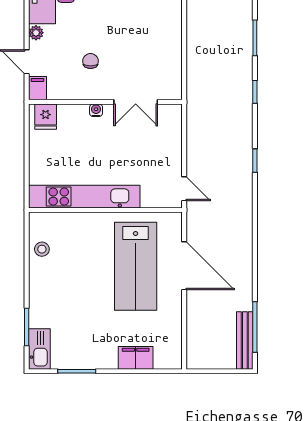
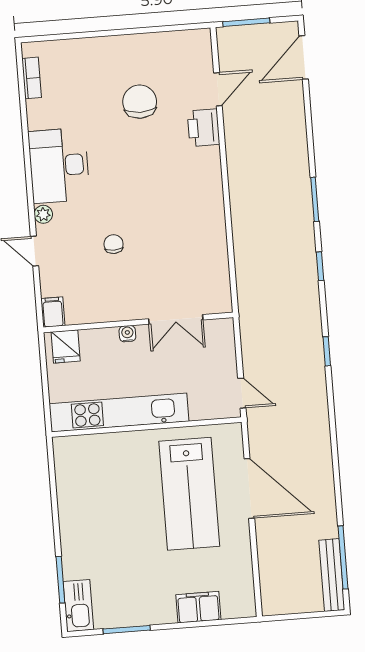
filing cabinet: (37, 88) -> (53, 312), moved
wall: (105, 102) -> (138, 322), moved
double door: (136, 102) -> (176, 319), moved
water cooler: (96, 110) -> (127, 334), moved
fridge: (46, 117) -> (66, 346), moved
stool: (42, 249) -> (72, 482), removed

